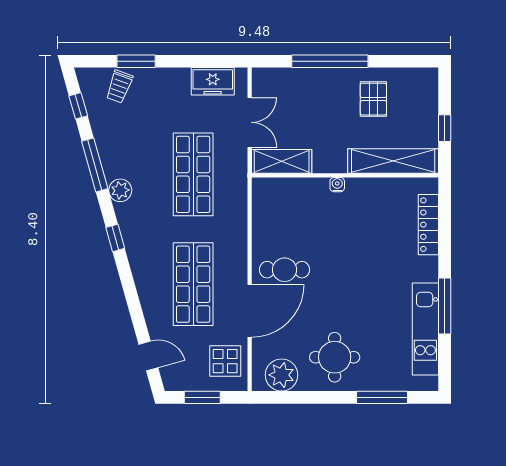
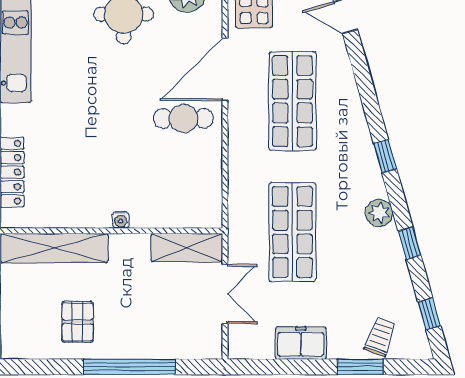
freezer: (213, 81) -> (301, 343), moved
double door: (250, 122) -> (225, 294), swing flipped
window: (95, 165) -> (409, 243), width x0.46

